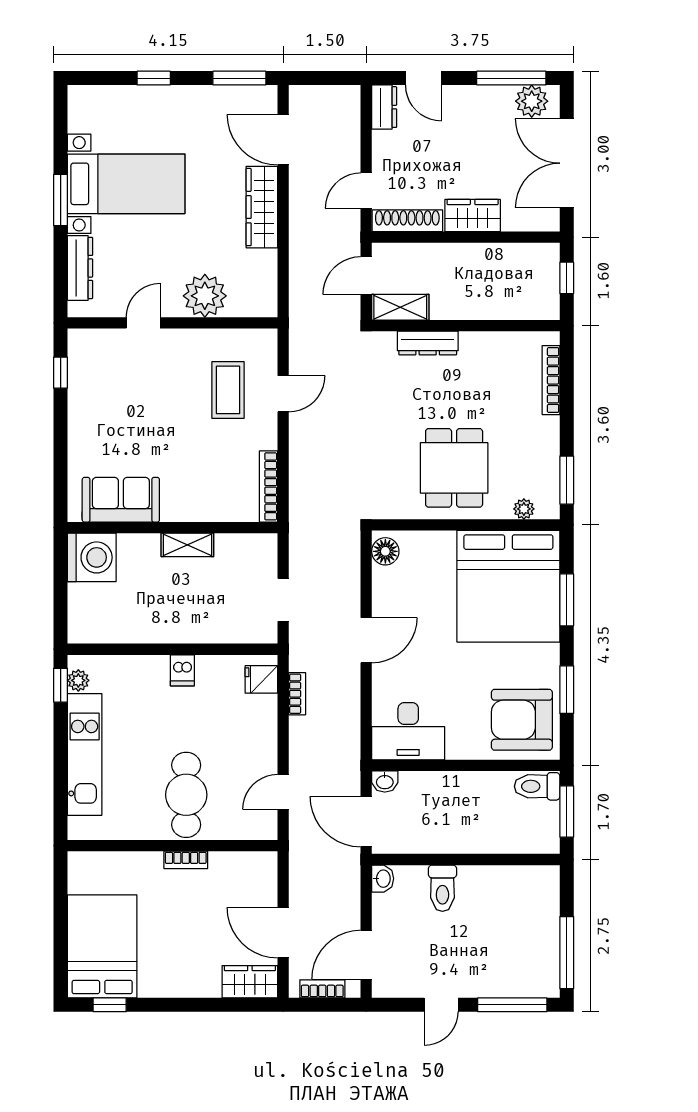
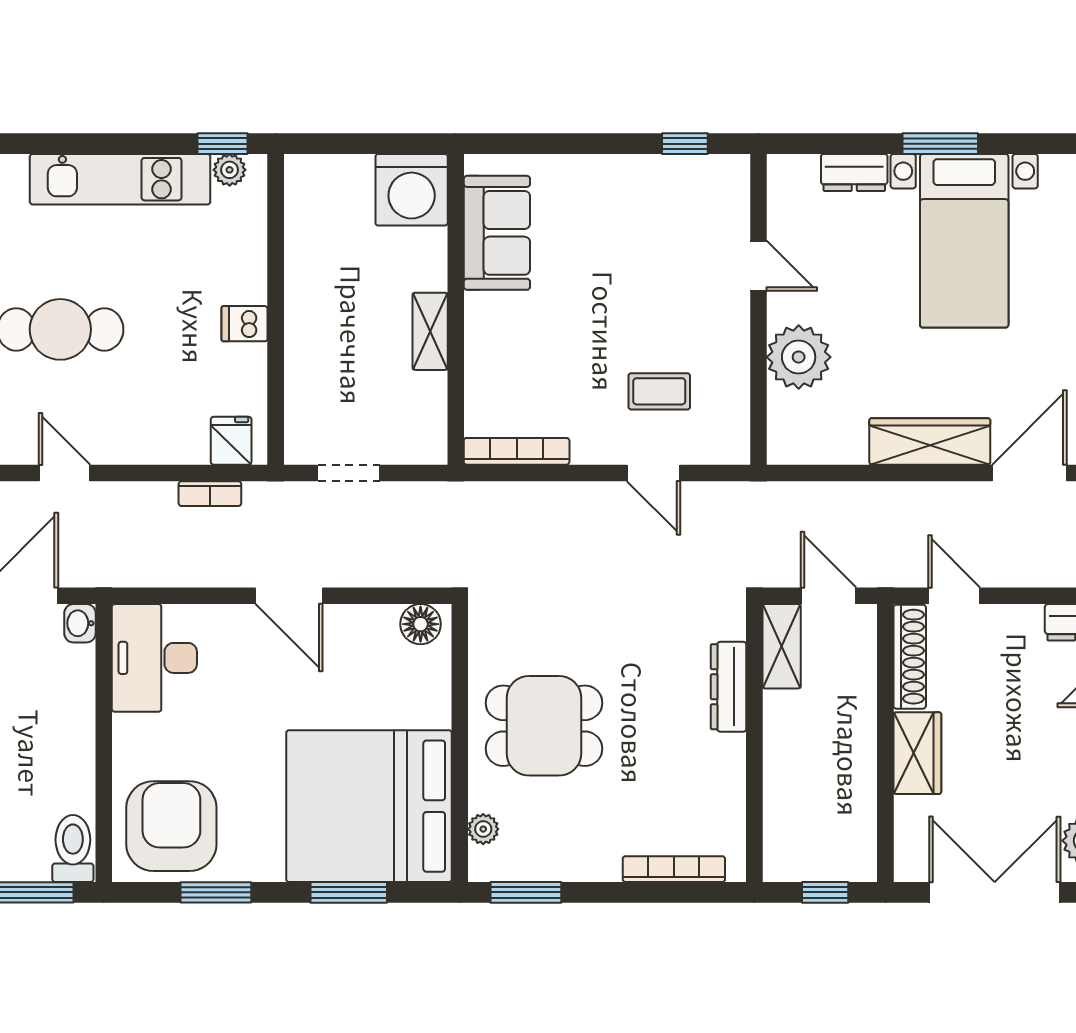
dresser: (80, 268) -> (854, 172), width x0.70
coffee table: (228, 390) -> (659, 391), width x0.73, depth x0.77

